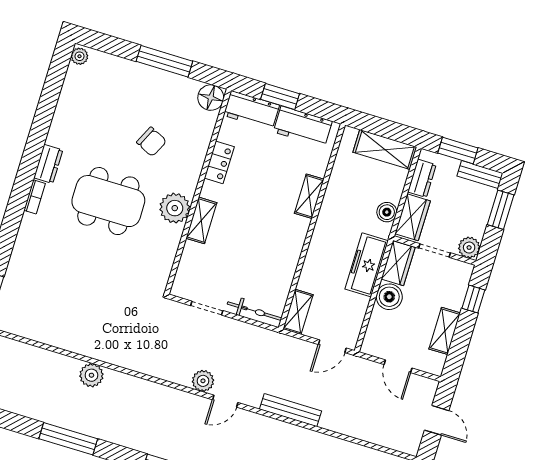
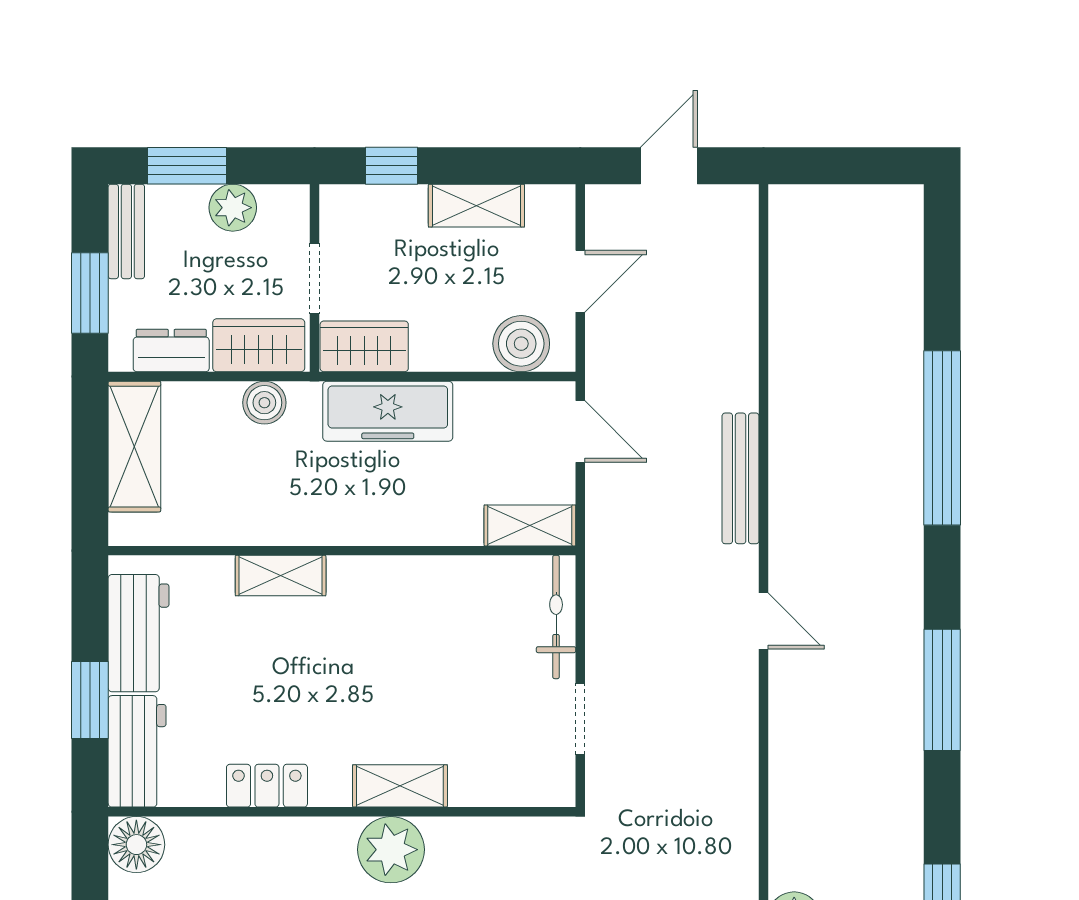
plant: (469, 248) -> (233, 208), moved
boiler: (389, 297) -> (521, 344), moved
plant: (203, 381) -> (735, 681), removed

